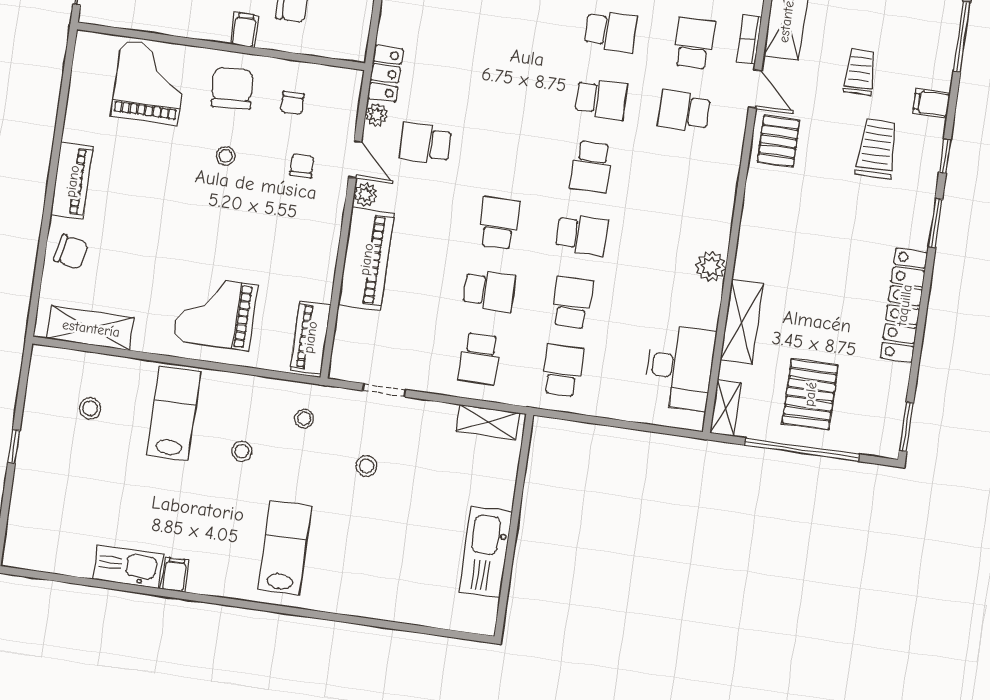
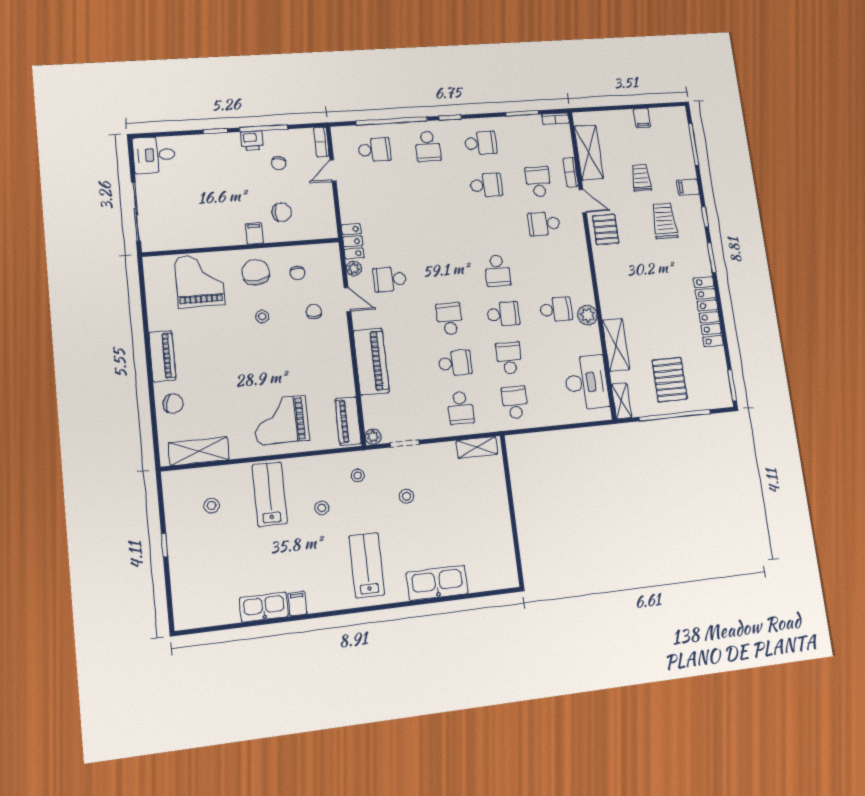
school desk: (601, 99) -> (556, 309), moved
plant: (365, 195) -> (373, 437), moved
kitchen sink: (486, 552) -> (437, 583), moved, turned 90

